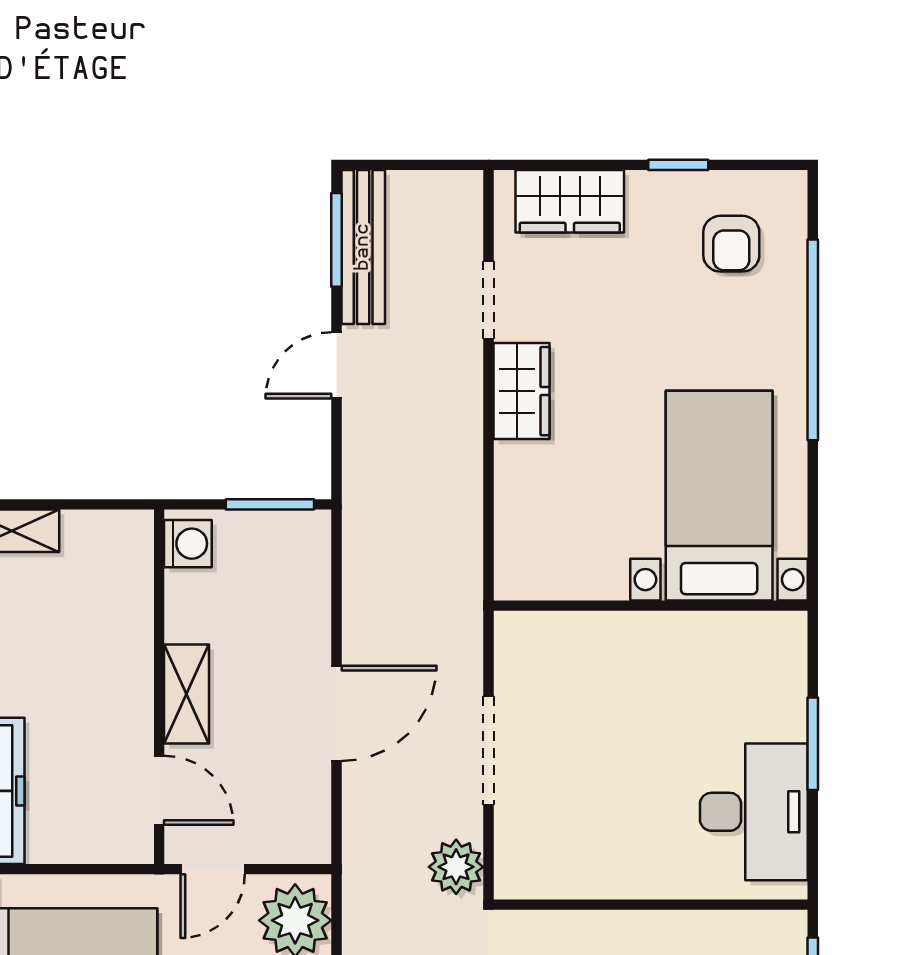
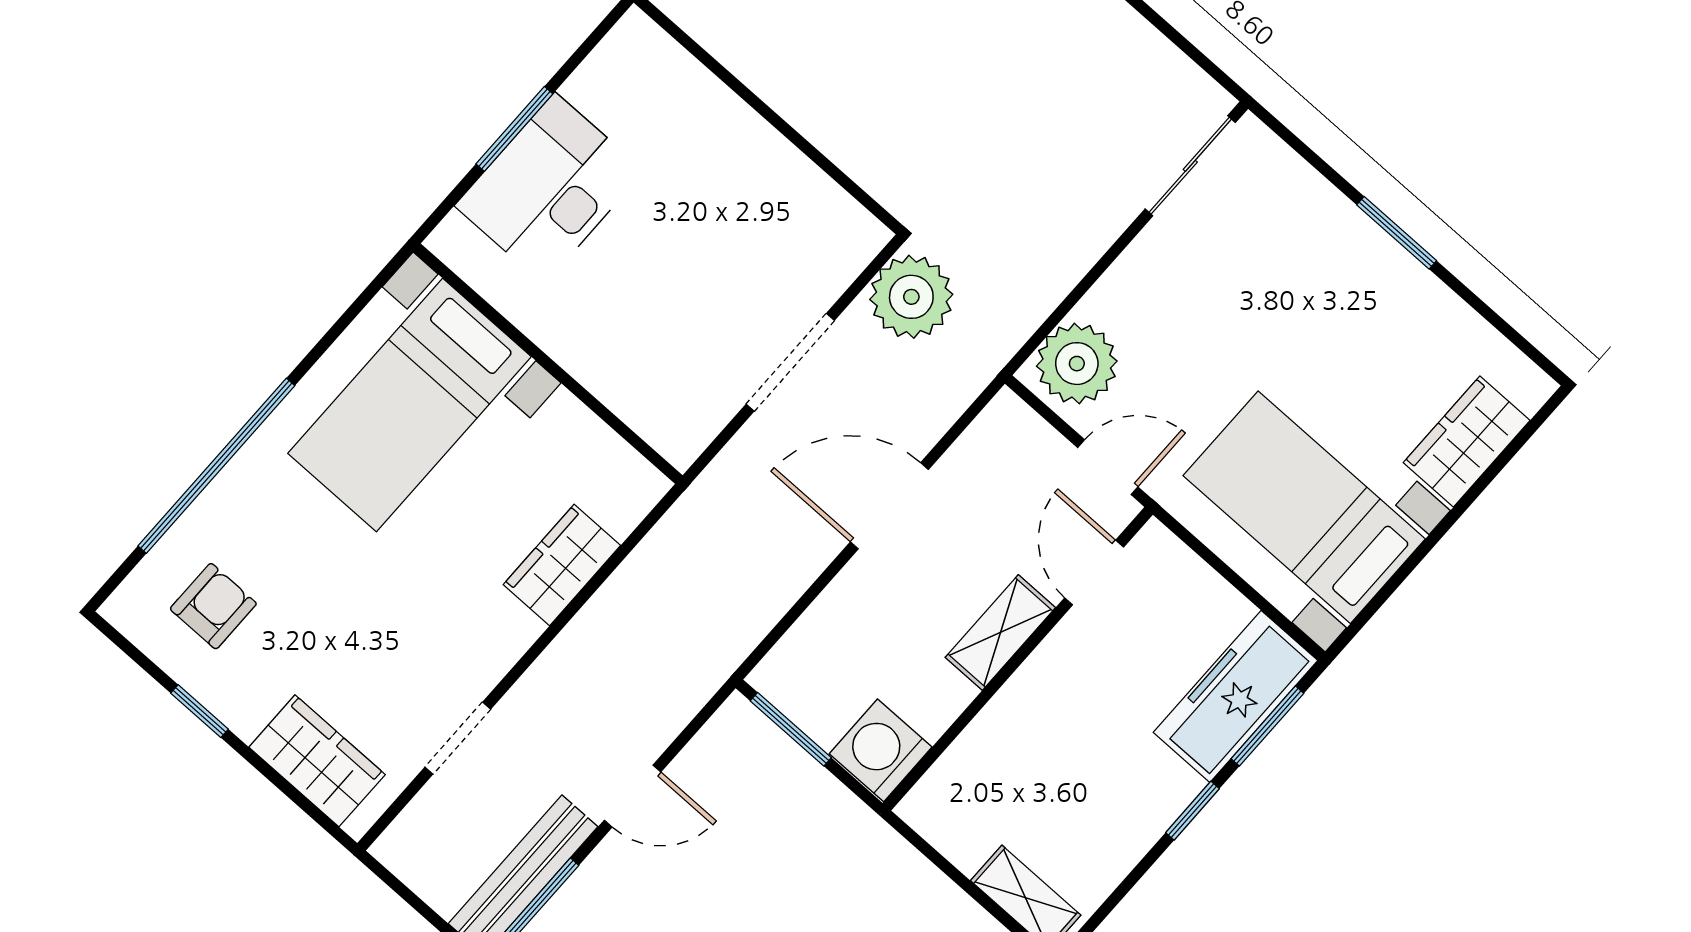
wardrobe: (522, 391) -> (562, 565), moved
washing machine: (188, 544) -> (881, 750), width x1.38, depth x1.38
desk: (754, 812) -> (549, 188), moved
plant: (456, 867) -> (911, 297), width x1.36, depth x1.36

